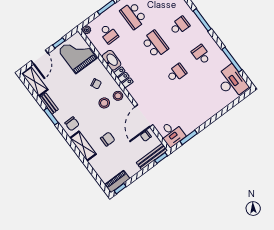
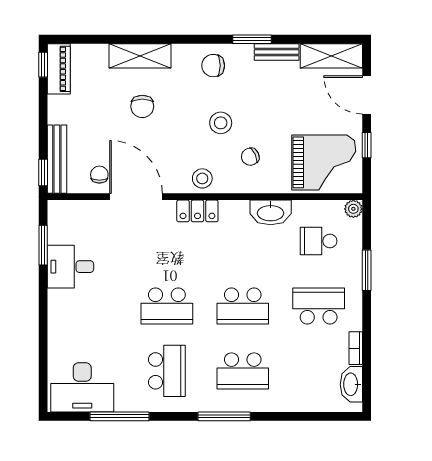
school desk: (180, 26) -> (243, 371), width x1.85
school desk: (201, 55) -> (167, 371), width x1.85
school desk: (177, 73) -> (167, 306), width x1.85
locker: (123, 77) -> (197, 211), moved
stool: (104, 103) -> (221, 123), moved
desk: (172, 134) -> (70, 267), moved
shelving: (83, 146) -> (140, 56), moved

